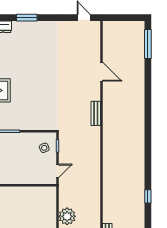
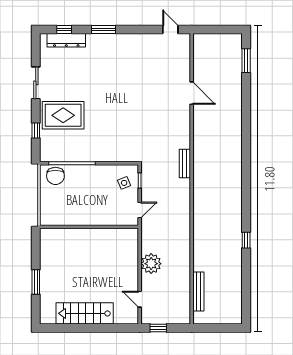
window: (148, 44) -> (246, 61), width x0.69
bench: (96, 113) -> (185, 164), moved

